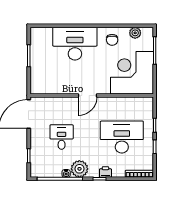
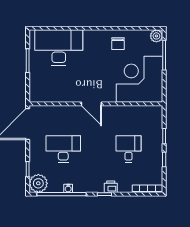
plant: (135, 33) -> (156, 36), moved
desk: (75, 44) -> (59, 48), moved
door: (88, 95) -> (91, 104), hinge flipped
desk: (62, 137) -> (63, 149), width x1.37
desk: (122, 137) -> (128, 149), width x0.53, depth x0.77
plant: (79, 169) -> (38, 183), moved

